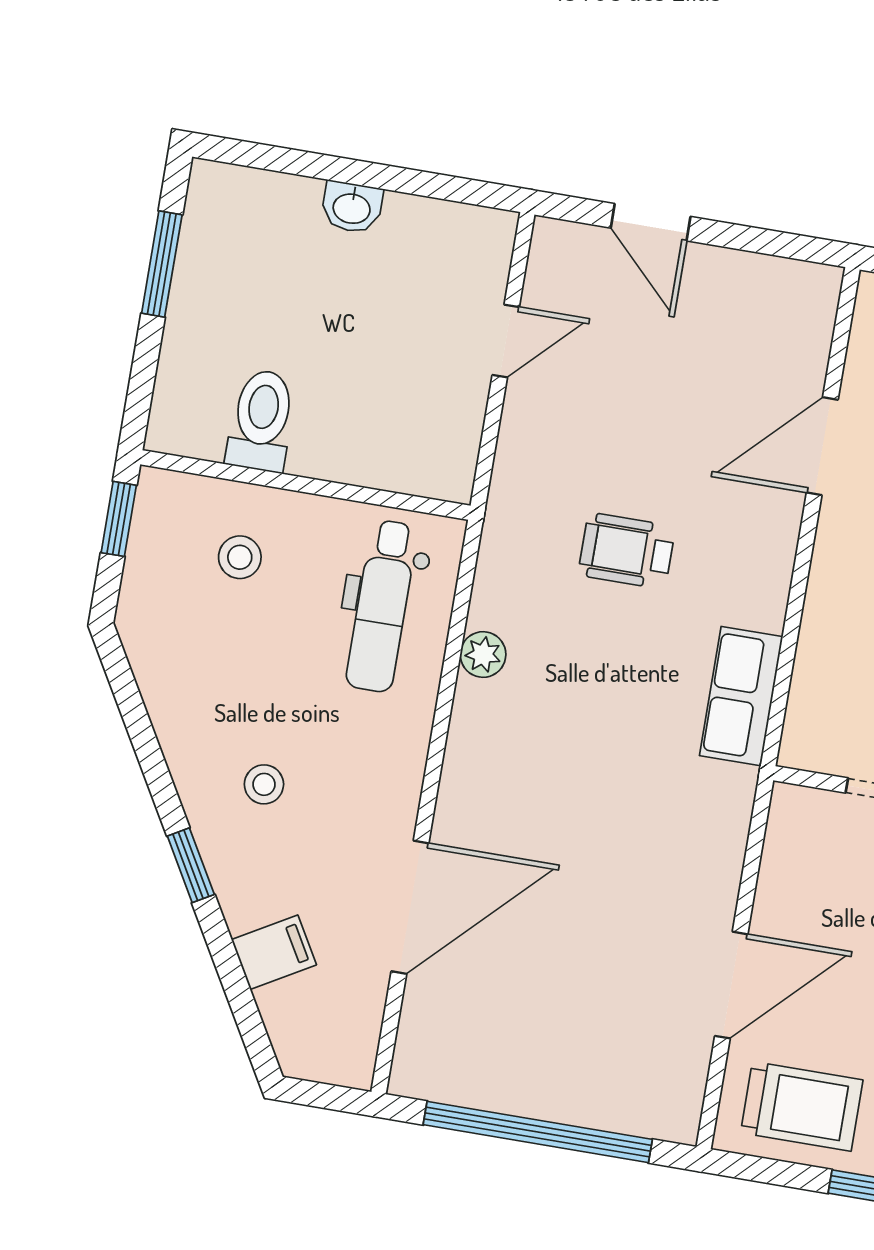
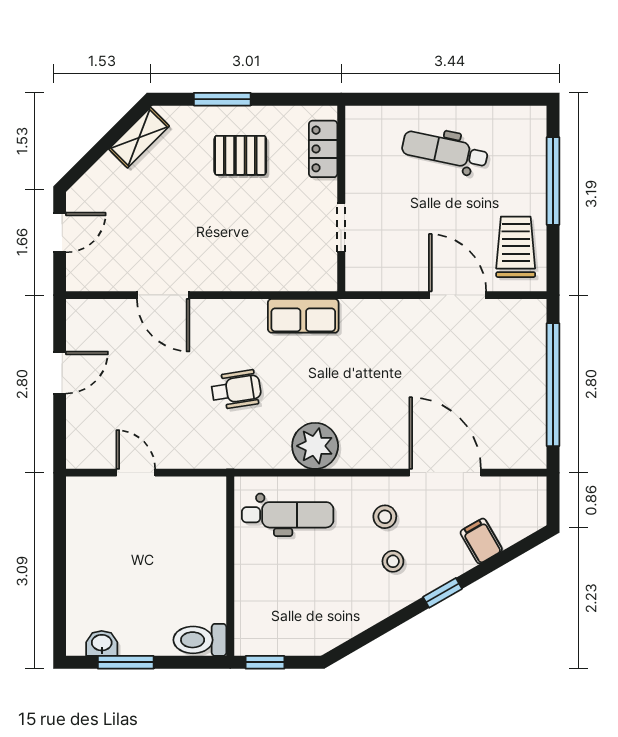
washbasin: (352, 207) -> (102, 643), moved, turned -90
door: (651, 222) -> (60, 373), moved
toilet: (261, 420) -> (200, 640), moved
wheelchair: (627, 551) -> (236, 390), turned -99
stool: (240, 557) -> (385, 517), moved
plant: (483, 655) -> (315, 446), width x1.88, depth x1.88

